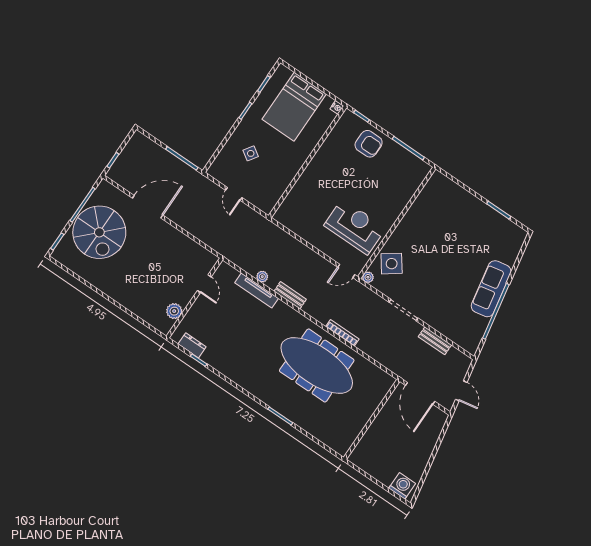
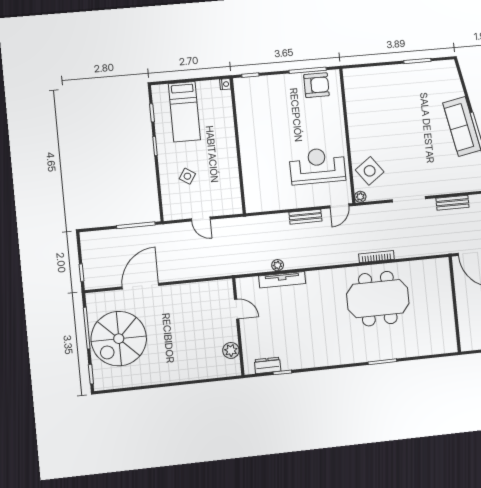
bed: (294, 107) -> (184, 112), width x0.67
armchair: (369, 144) -> (316, 85), moved
spiral stairs: (99, 232) -> (119, 339), turned 90
bench: (290, 295) -> (305, 217), moved
meeting table: (317, 365) -> (378, 299), width x0.73

